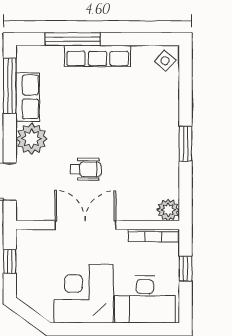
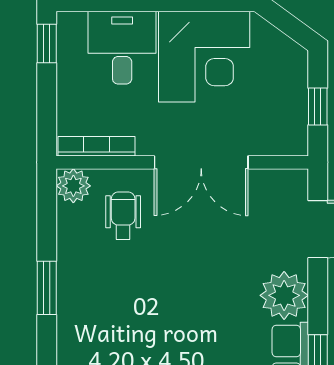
wheelchair: (86, 169) -> (123, 216), moved, turned 90
window: (185, 269) -> (47, 44), moved
desk: (145, 299) -> (122, 48), width x0.73

